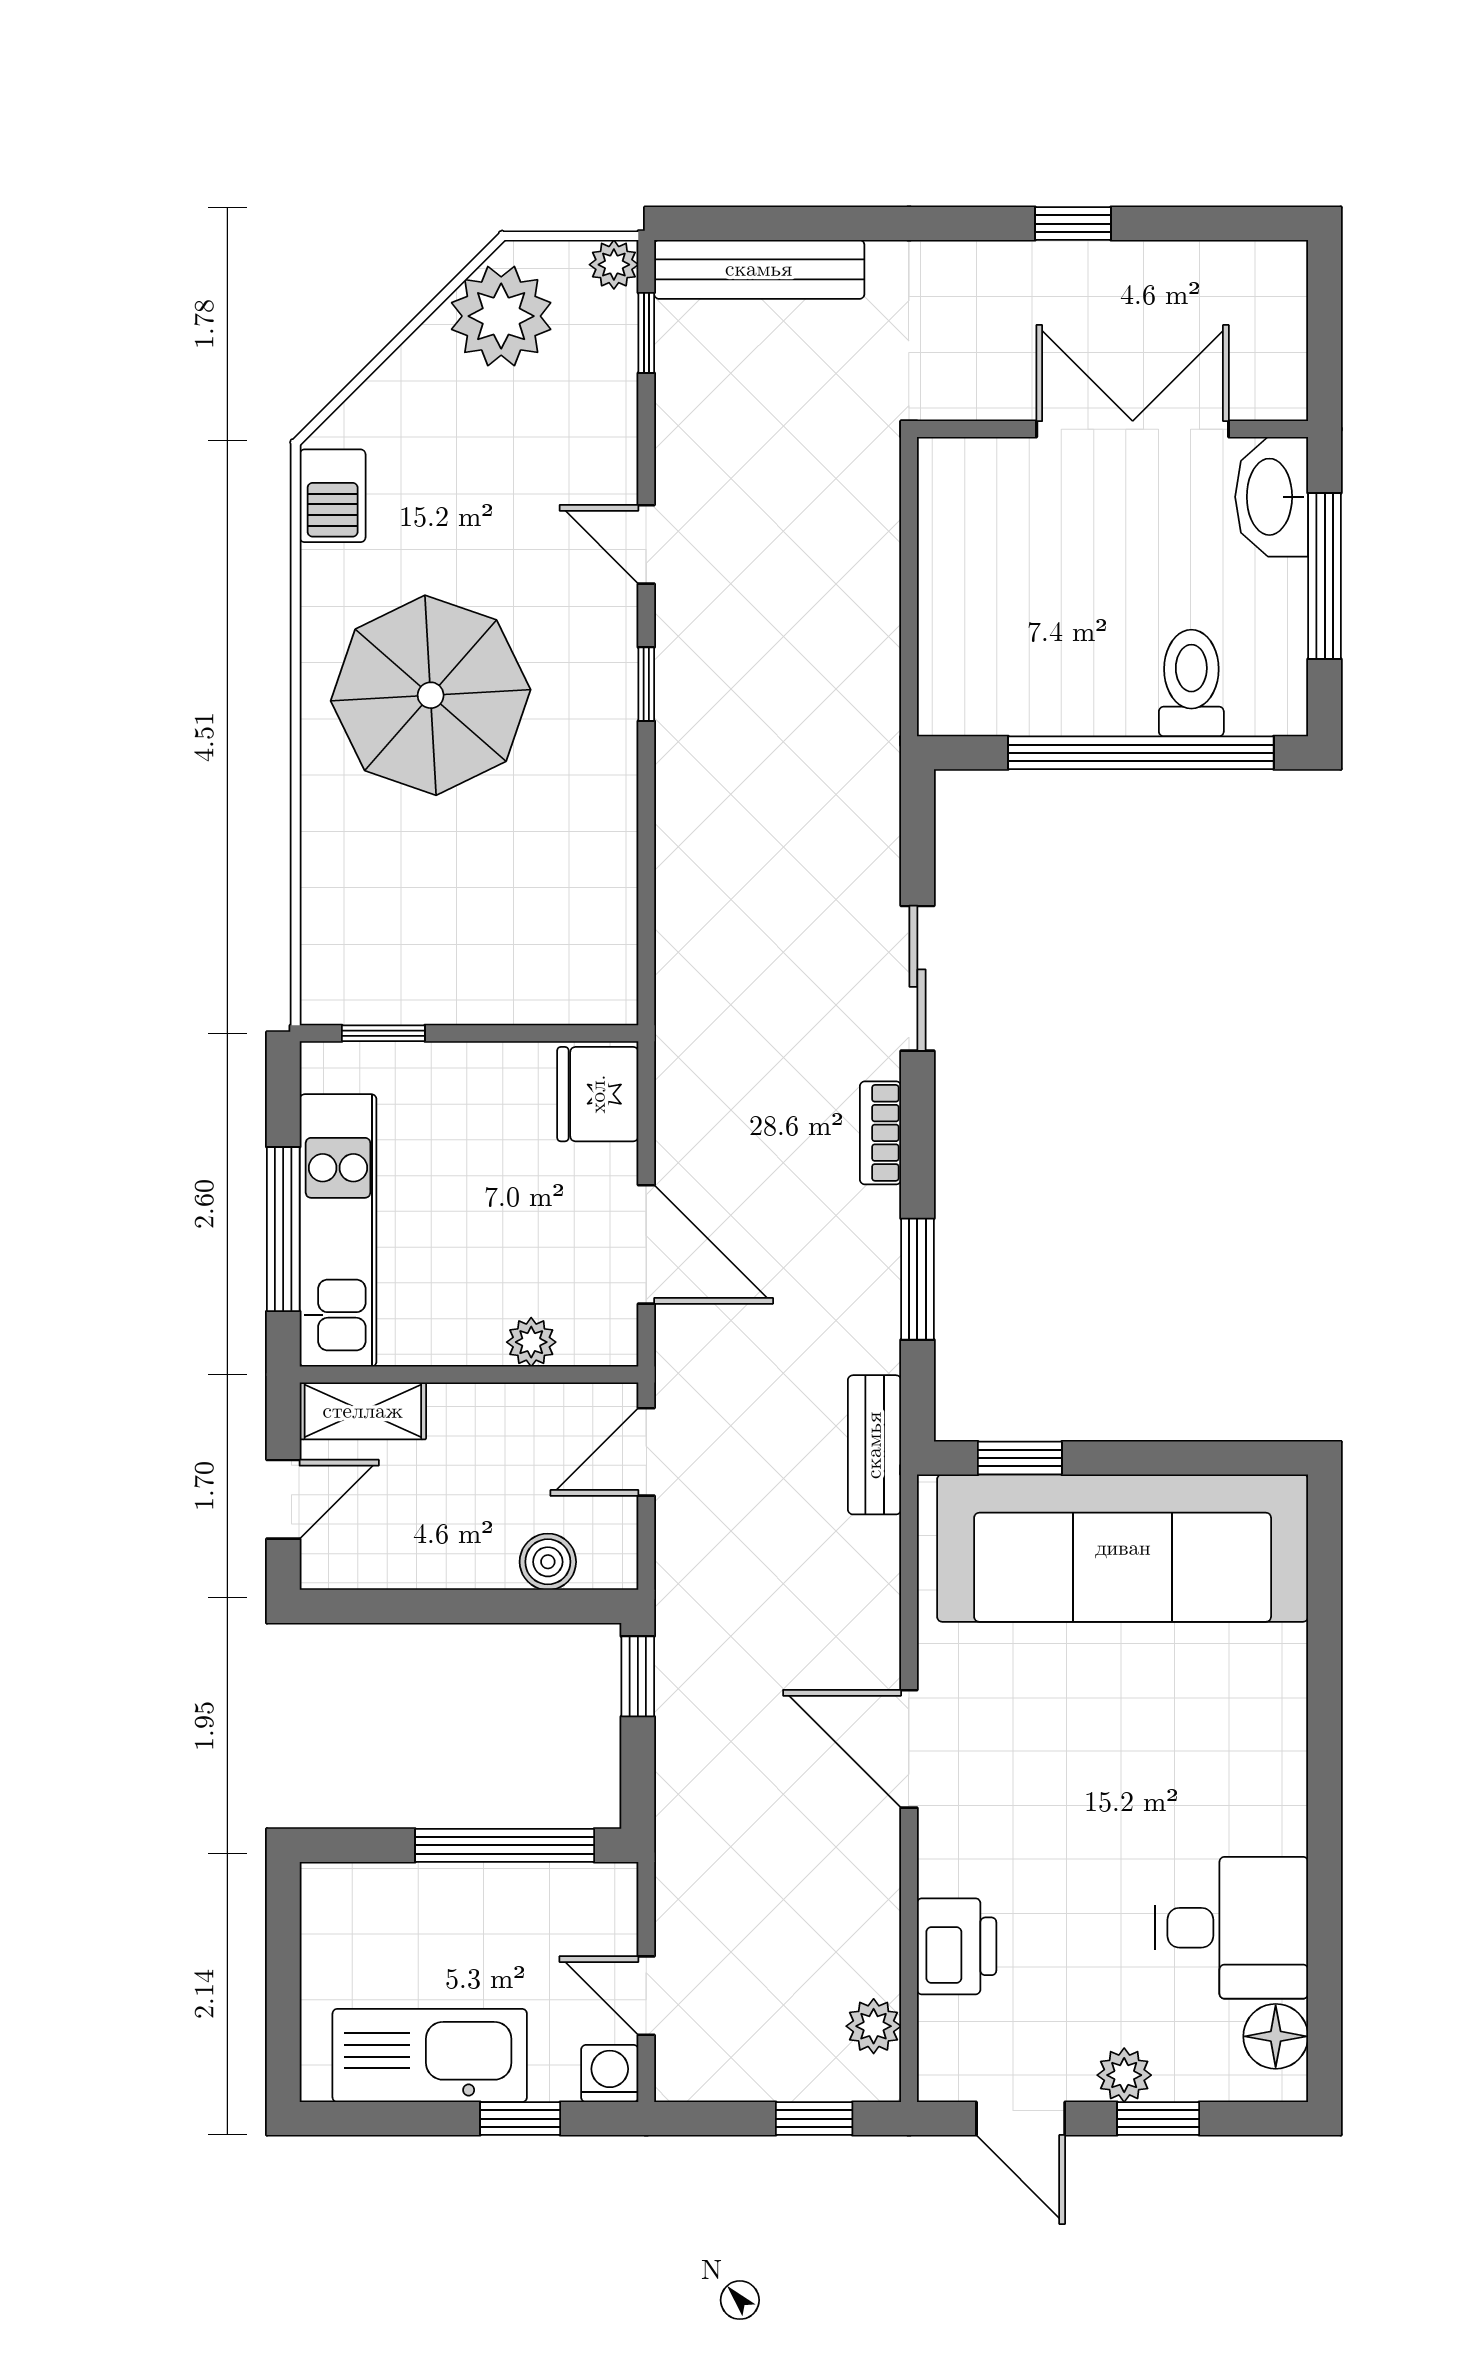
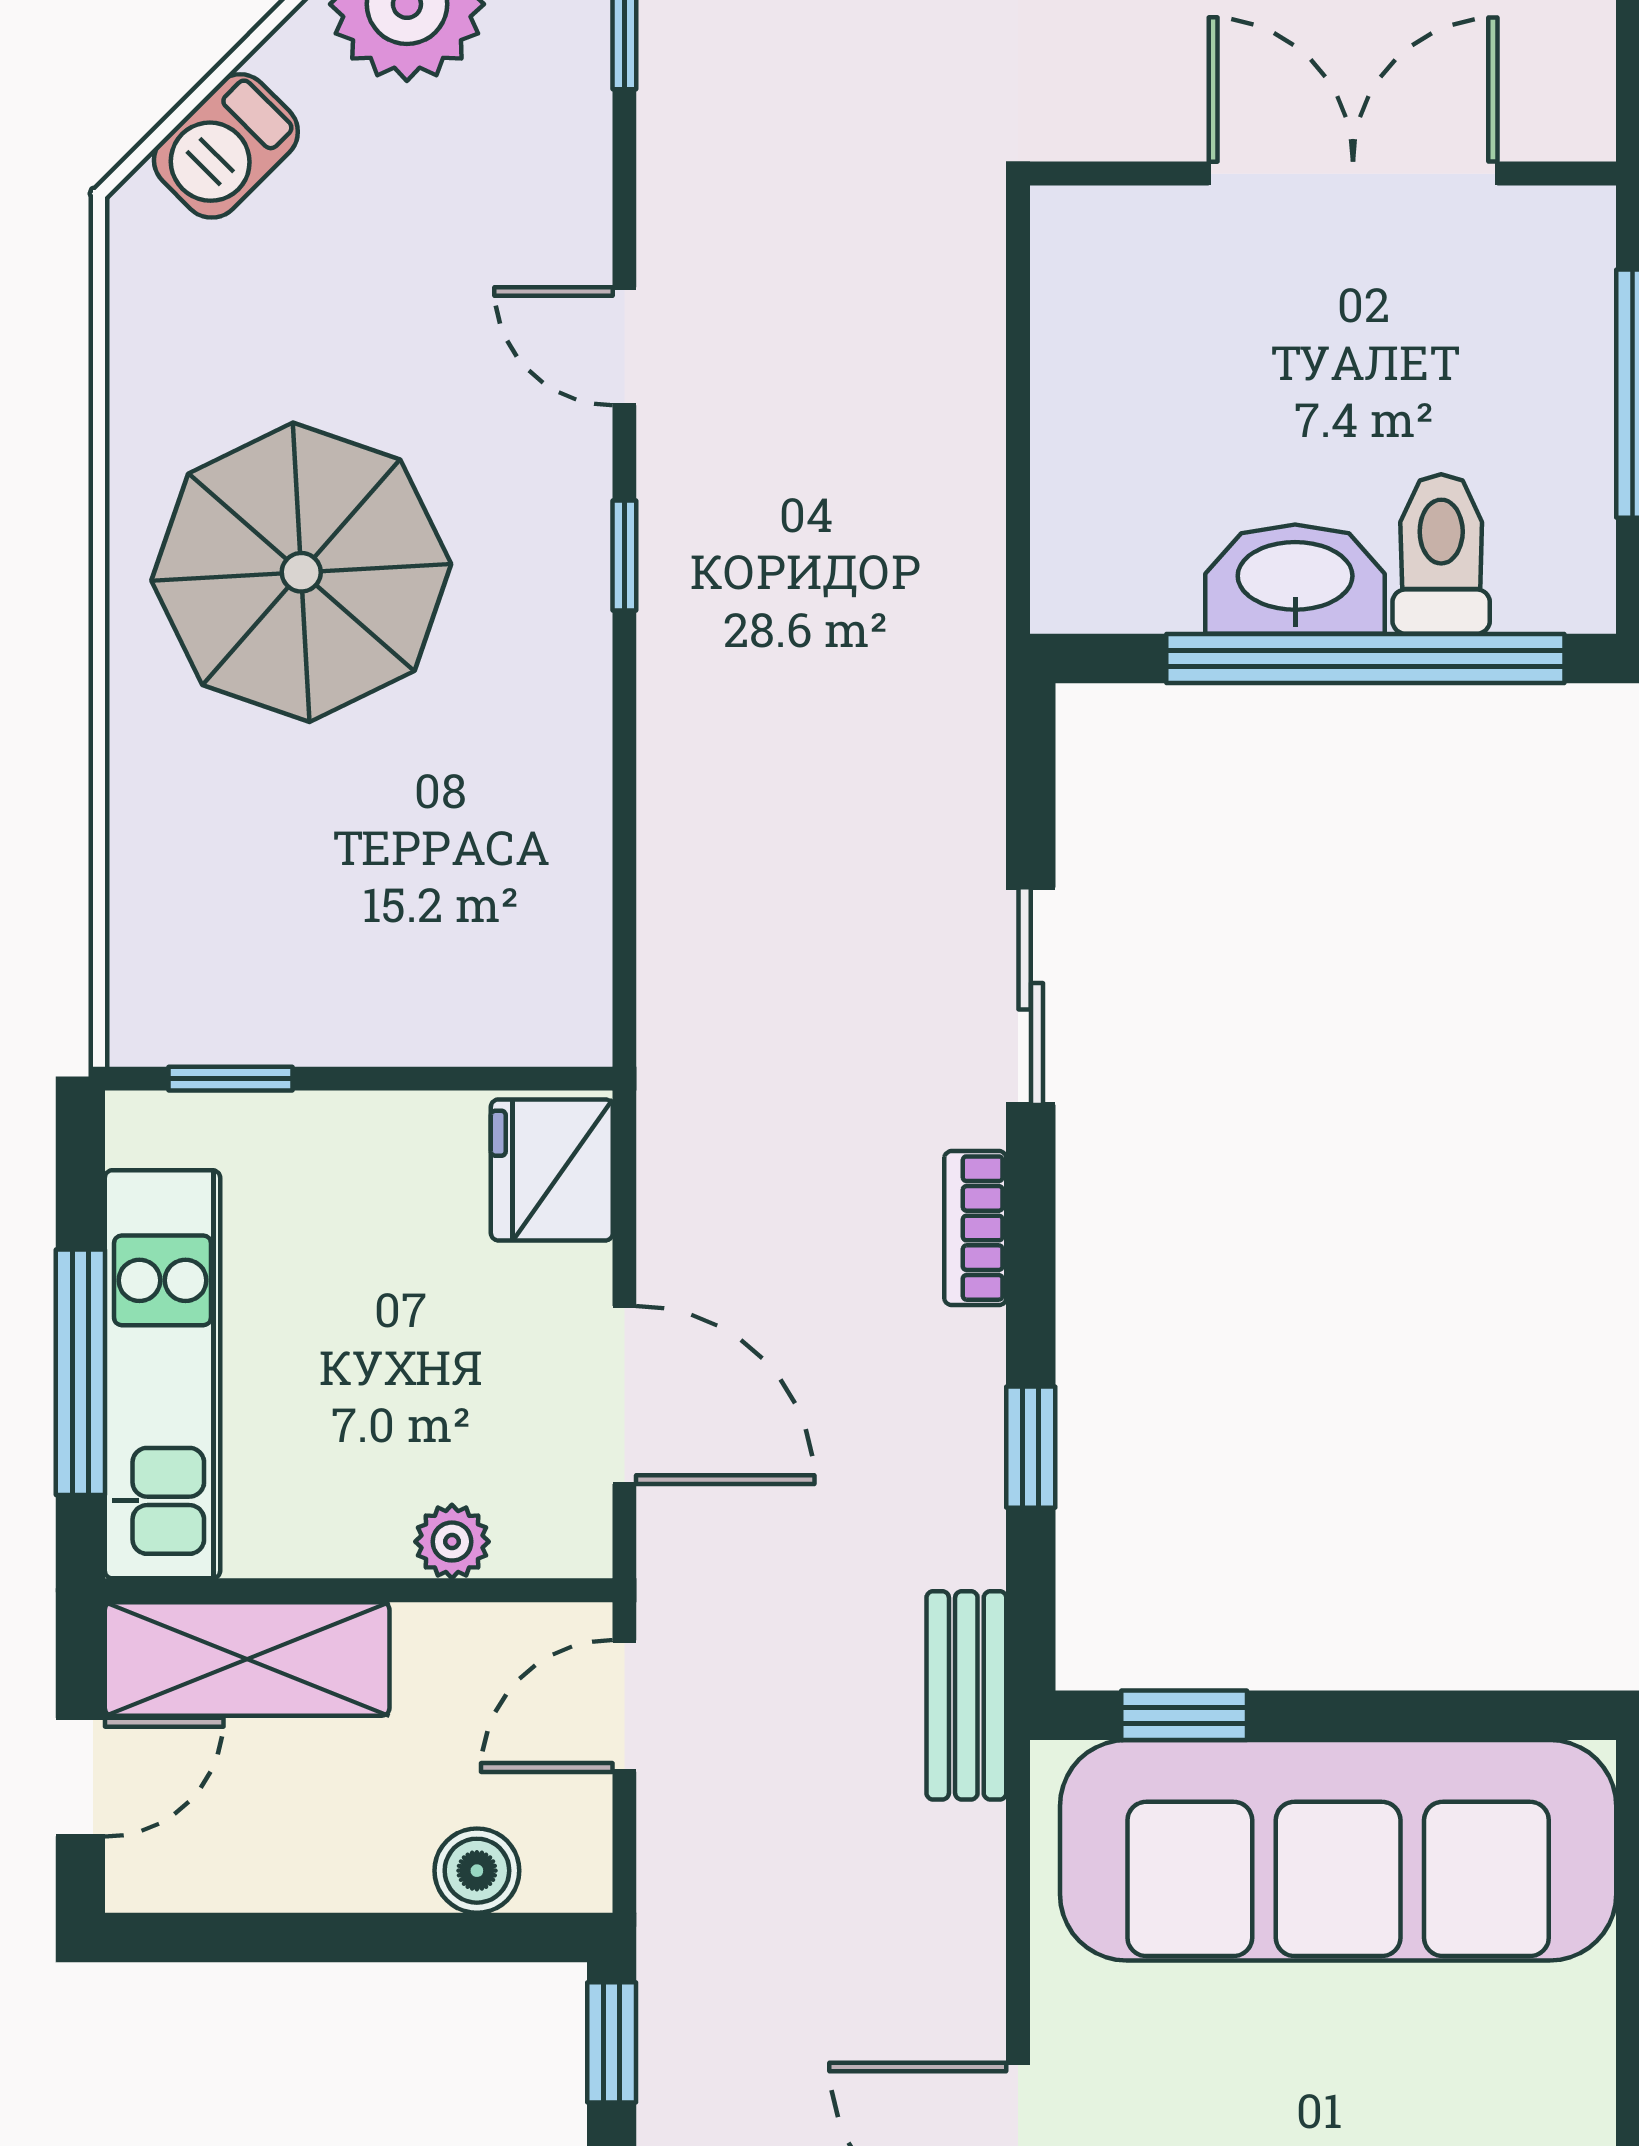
barbecue: (333, 496) -> (226, 146), moved, turned 45
washbasin: (1272, 497) -> (1295, 579), moved, turned 90
window: (917, 1279) -> (1031, 1447), width x0.67
shelving: (363, 1411) -> (247, 1659), width x1.50, depth x1.33

